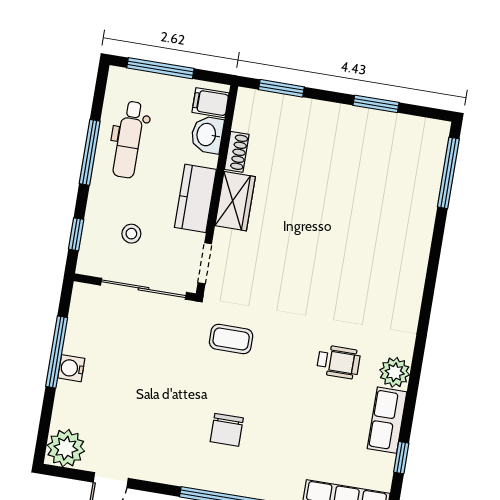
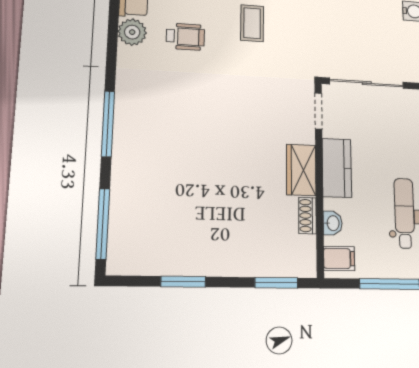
washbasin: (207, 135) -> (333, 223), width x0.72, depth x0.69
stool: (131, 234) -> (386, 130), removed
window: (431, 275) -> (108, 124), added
coffee table: (231, 339) -> (252, 23), moved, turned 90
wheelchair: (339, 362) -> (185, 37), turned 180

